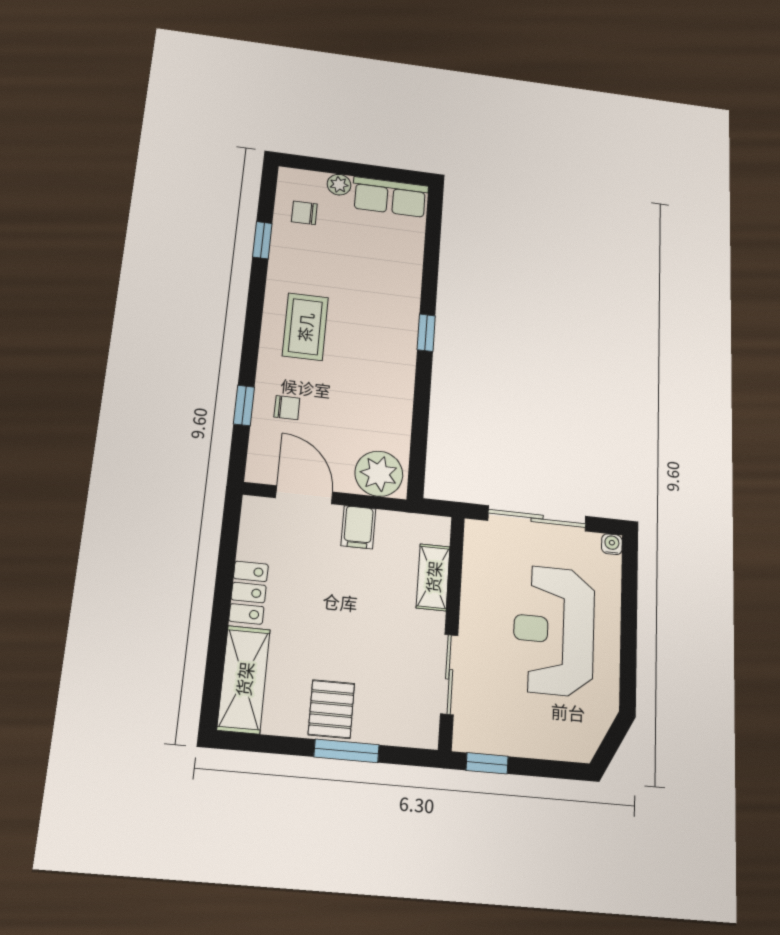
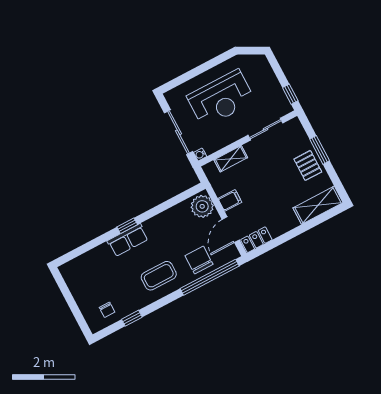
plant: (339, 185) -> (83, 304), removed
row of seats: (390, 197) -> (128, 240), moved, turned 90
window: (244, 405) -> (210, 277), width x3.17
chair: (287, 408) -> (199, 260), width x1.87, depth x1.87
water cooler: (612, 544) -> (200, 154), moved
locker: (249, 593) -> (256, 240), moved
pallet: (331, 709) -> (308, 165), turned 90

